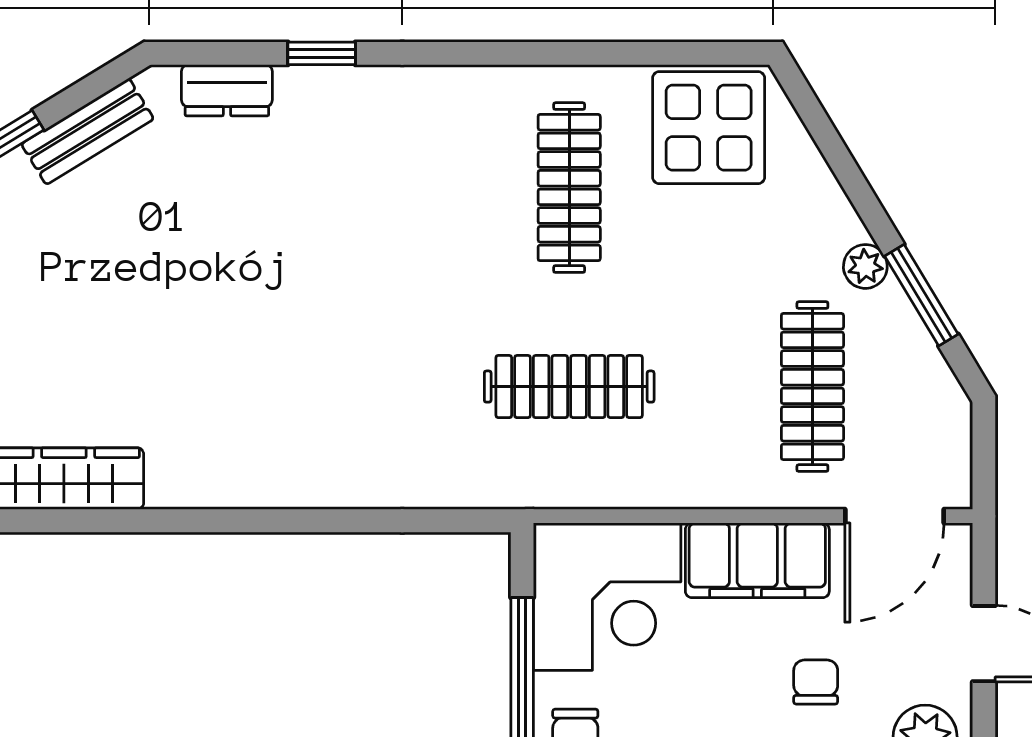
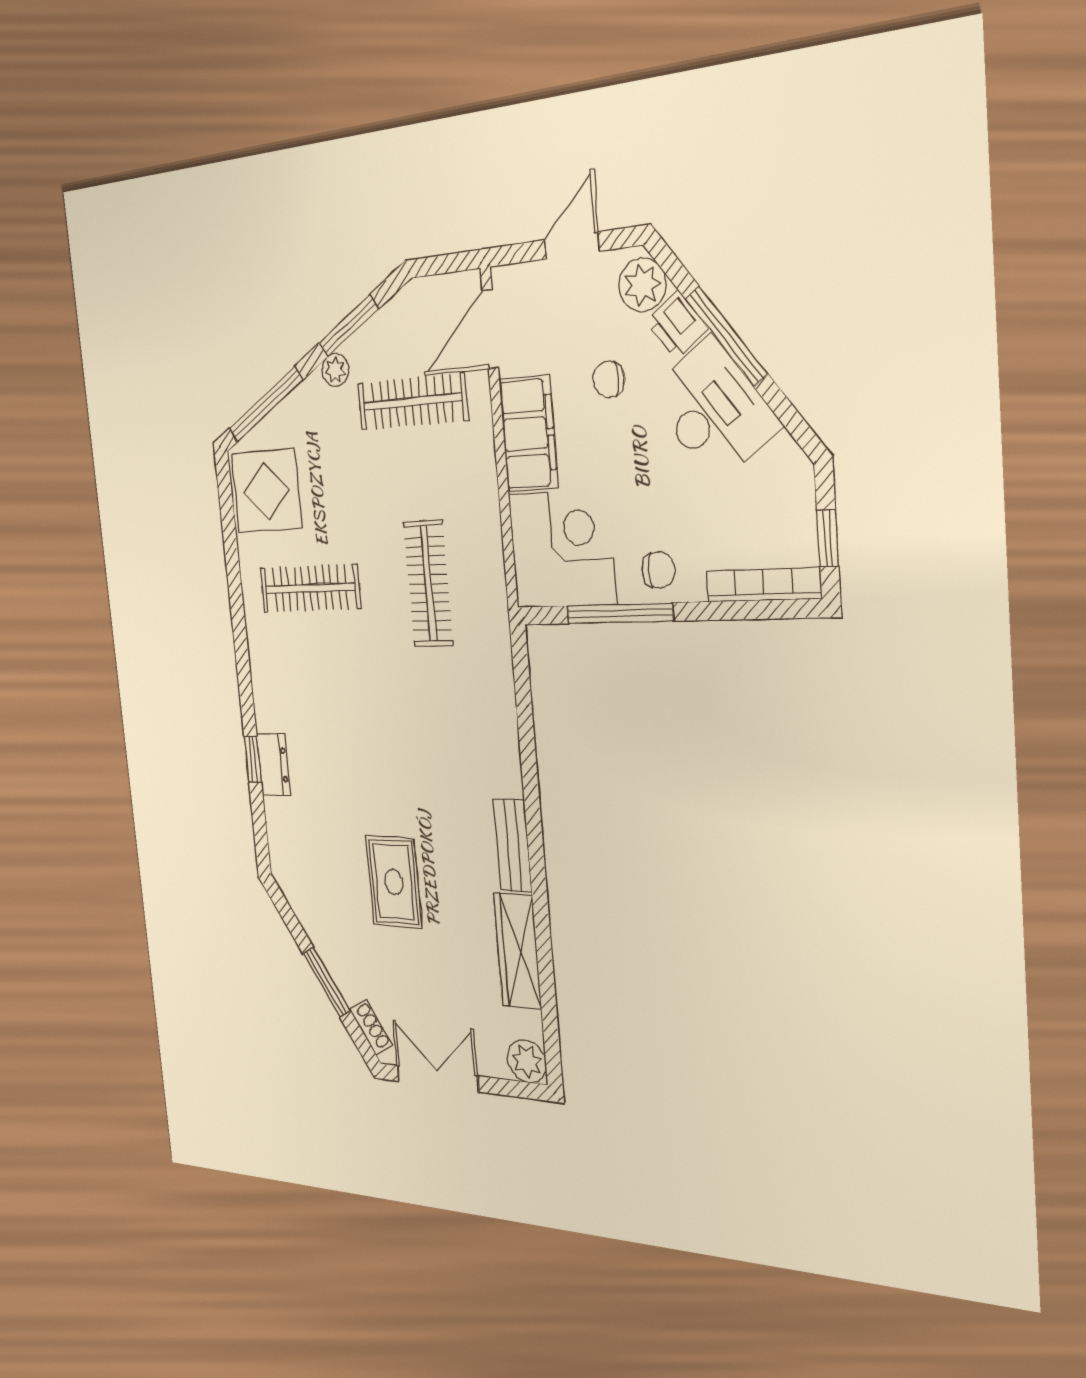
dresser: (227, 90) -> (273, 764), moved
bench: (88, 131) -> (513, 846), moved, turned 31
window: (829, 142) -> (266, 404), added
rug: (150, 284) -> (394, 882), added
door: (894, 516) -> (490, 329), swing flipped

